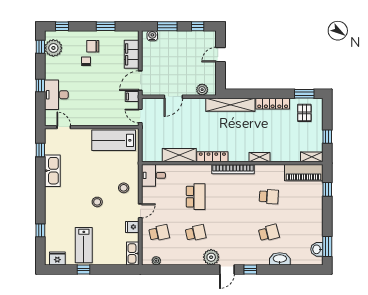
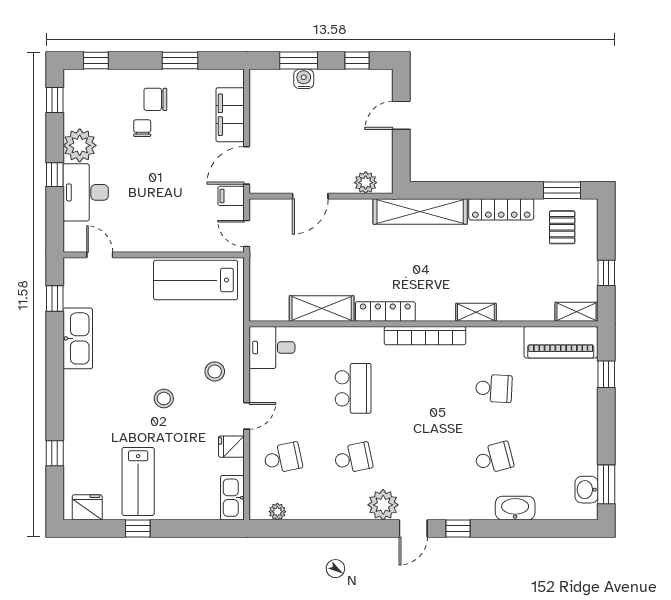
water cooler: (152, 36) -> (304, 79), moved
plant: (53, 48) -> (80, 145), moved

